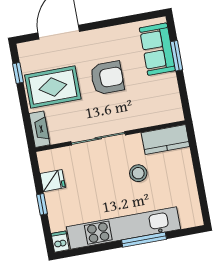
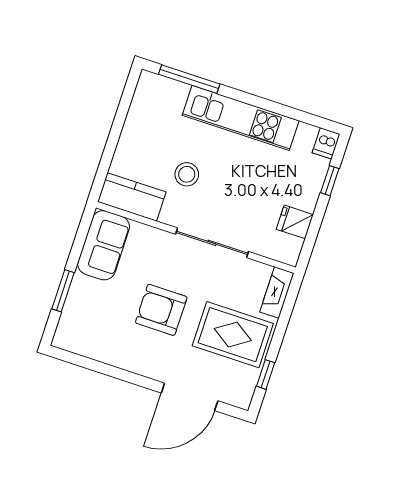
sofa: (157, 49) -> (104, 245), moved
window: (42, 204) -> (330, 181), moved
kitchen unit: (124, 228) -> (241, 118), width x0.73
window: (144, 240) -> (189, 79), moved

